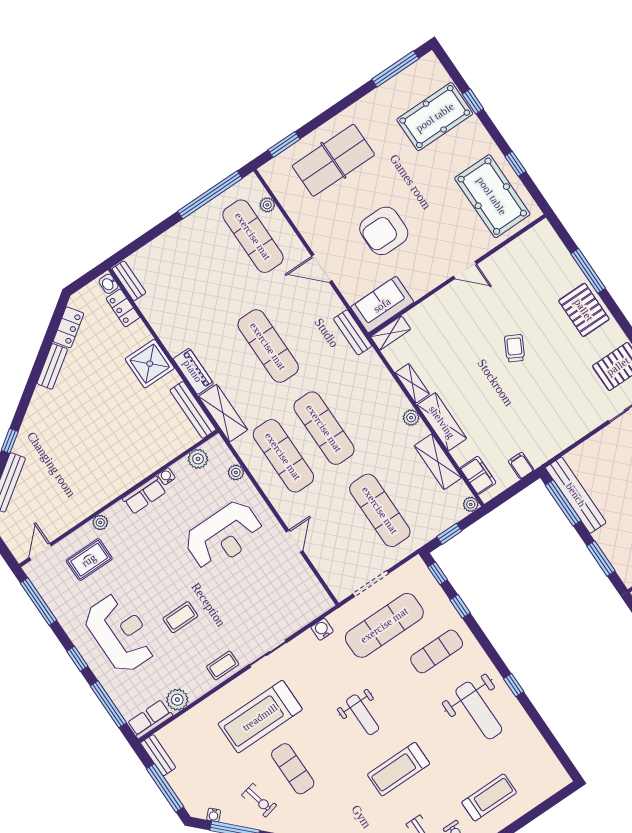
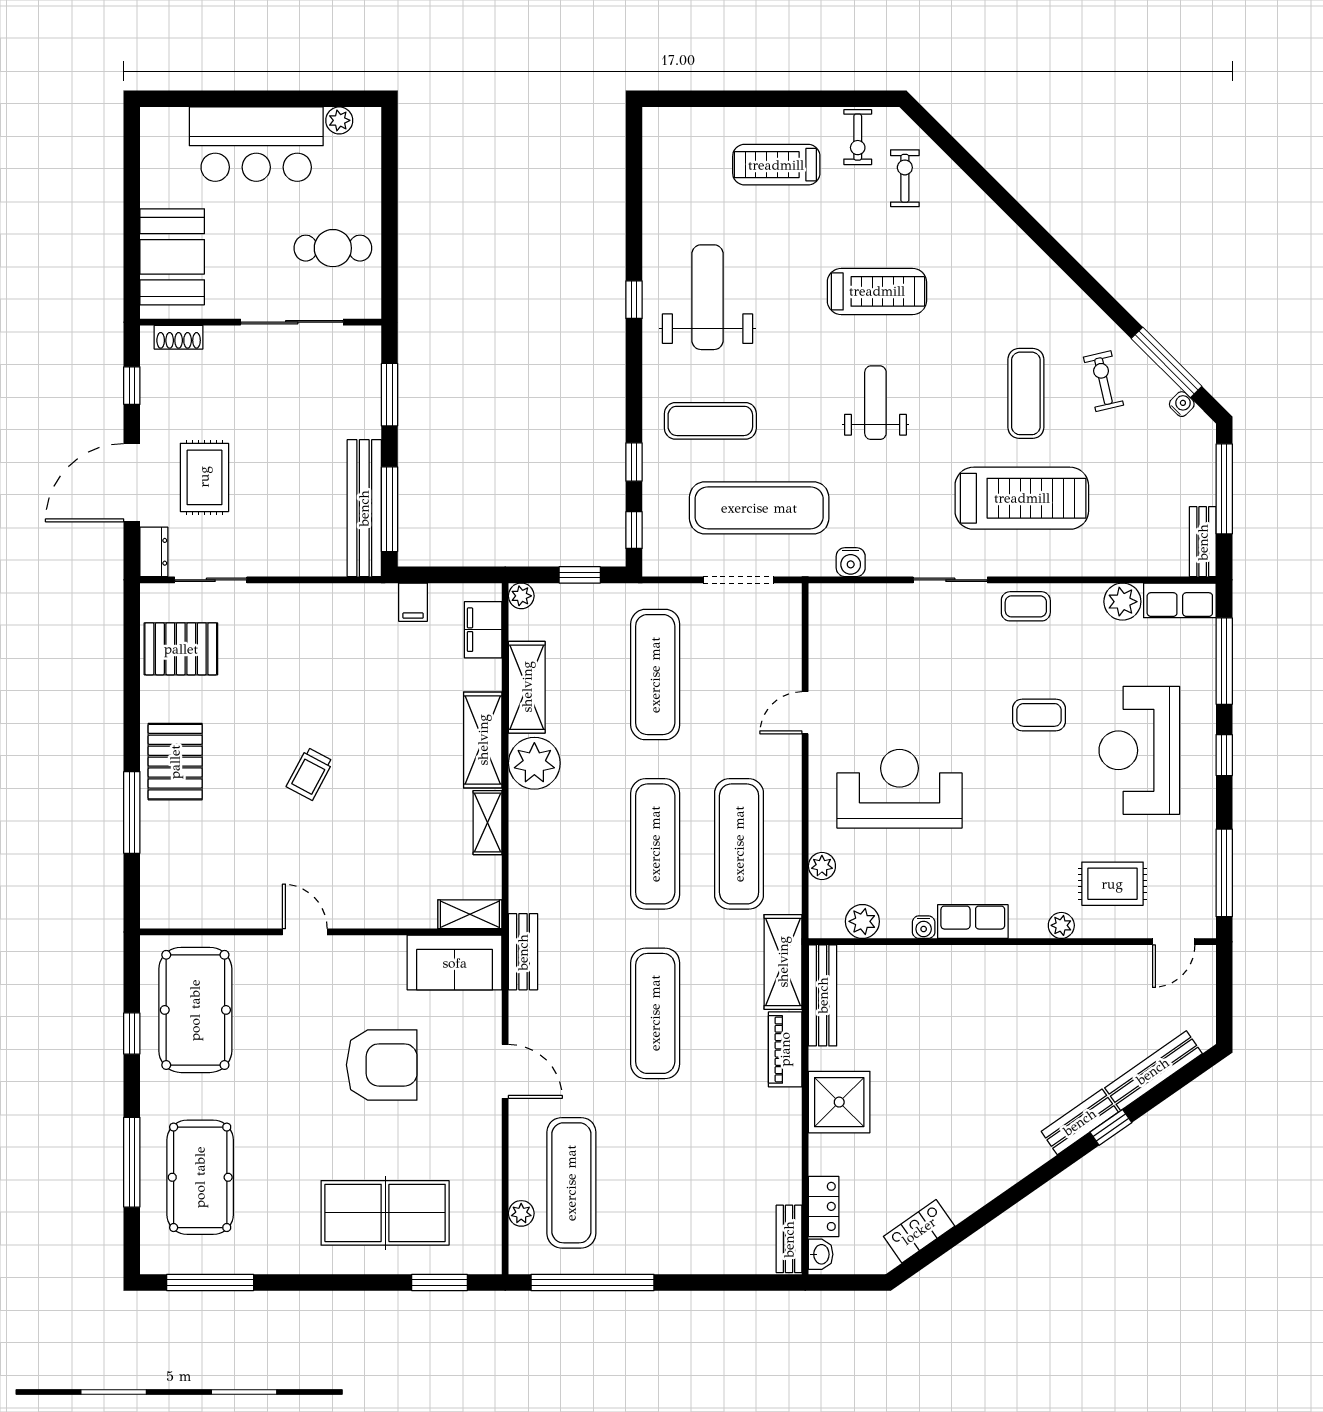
window: (473, 101) -> (132, 1162), width x2.17
pool table: (435, 117) -> (200, 1177), turned 90
bench: (52, 366) -> (1080, 1122), moved
plant: (411, 418) -> (534, 763), width x1.88, depth x1.88

